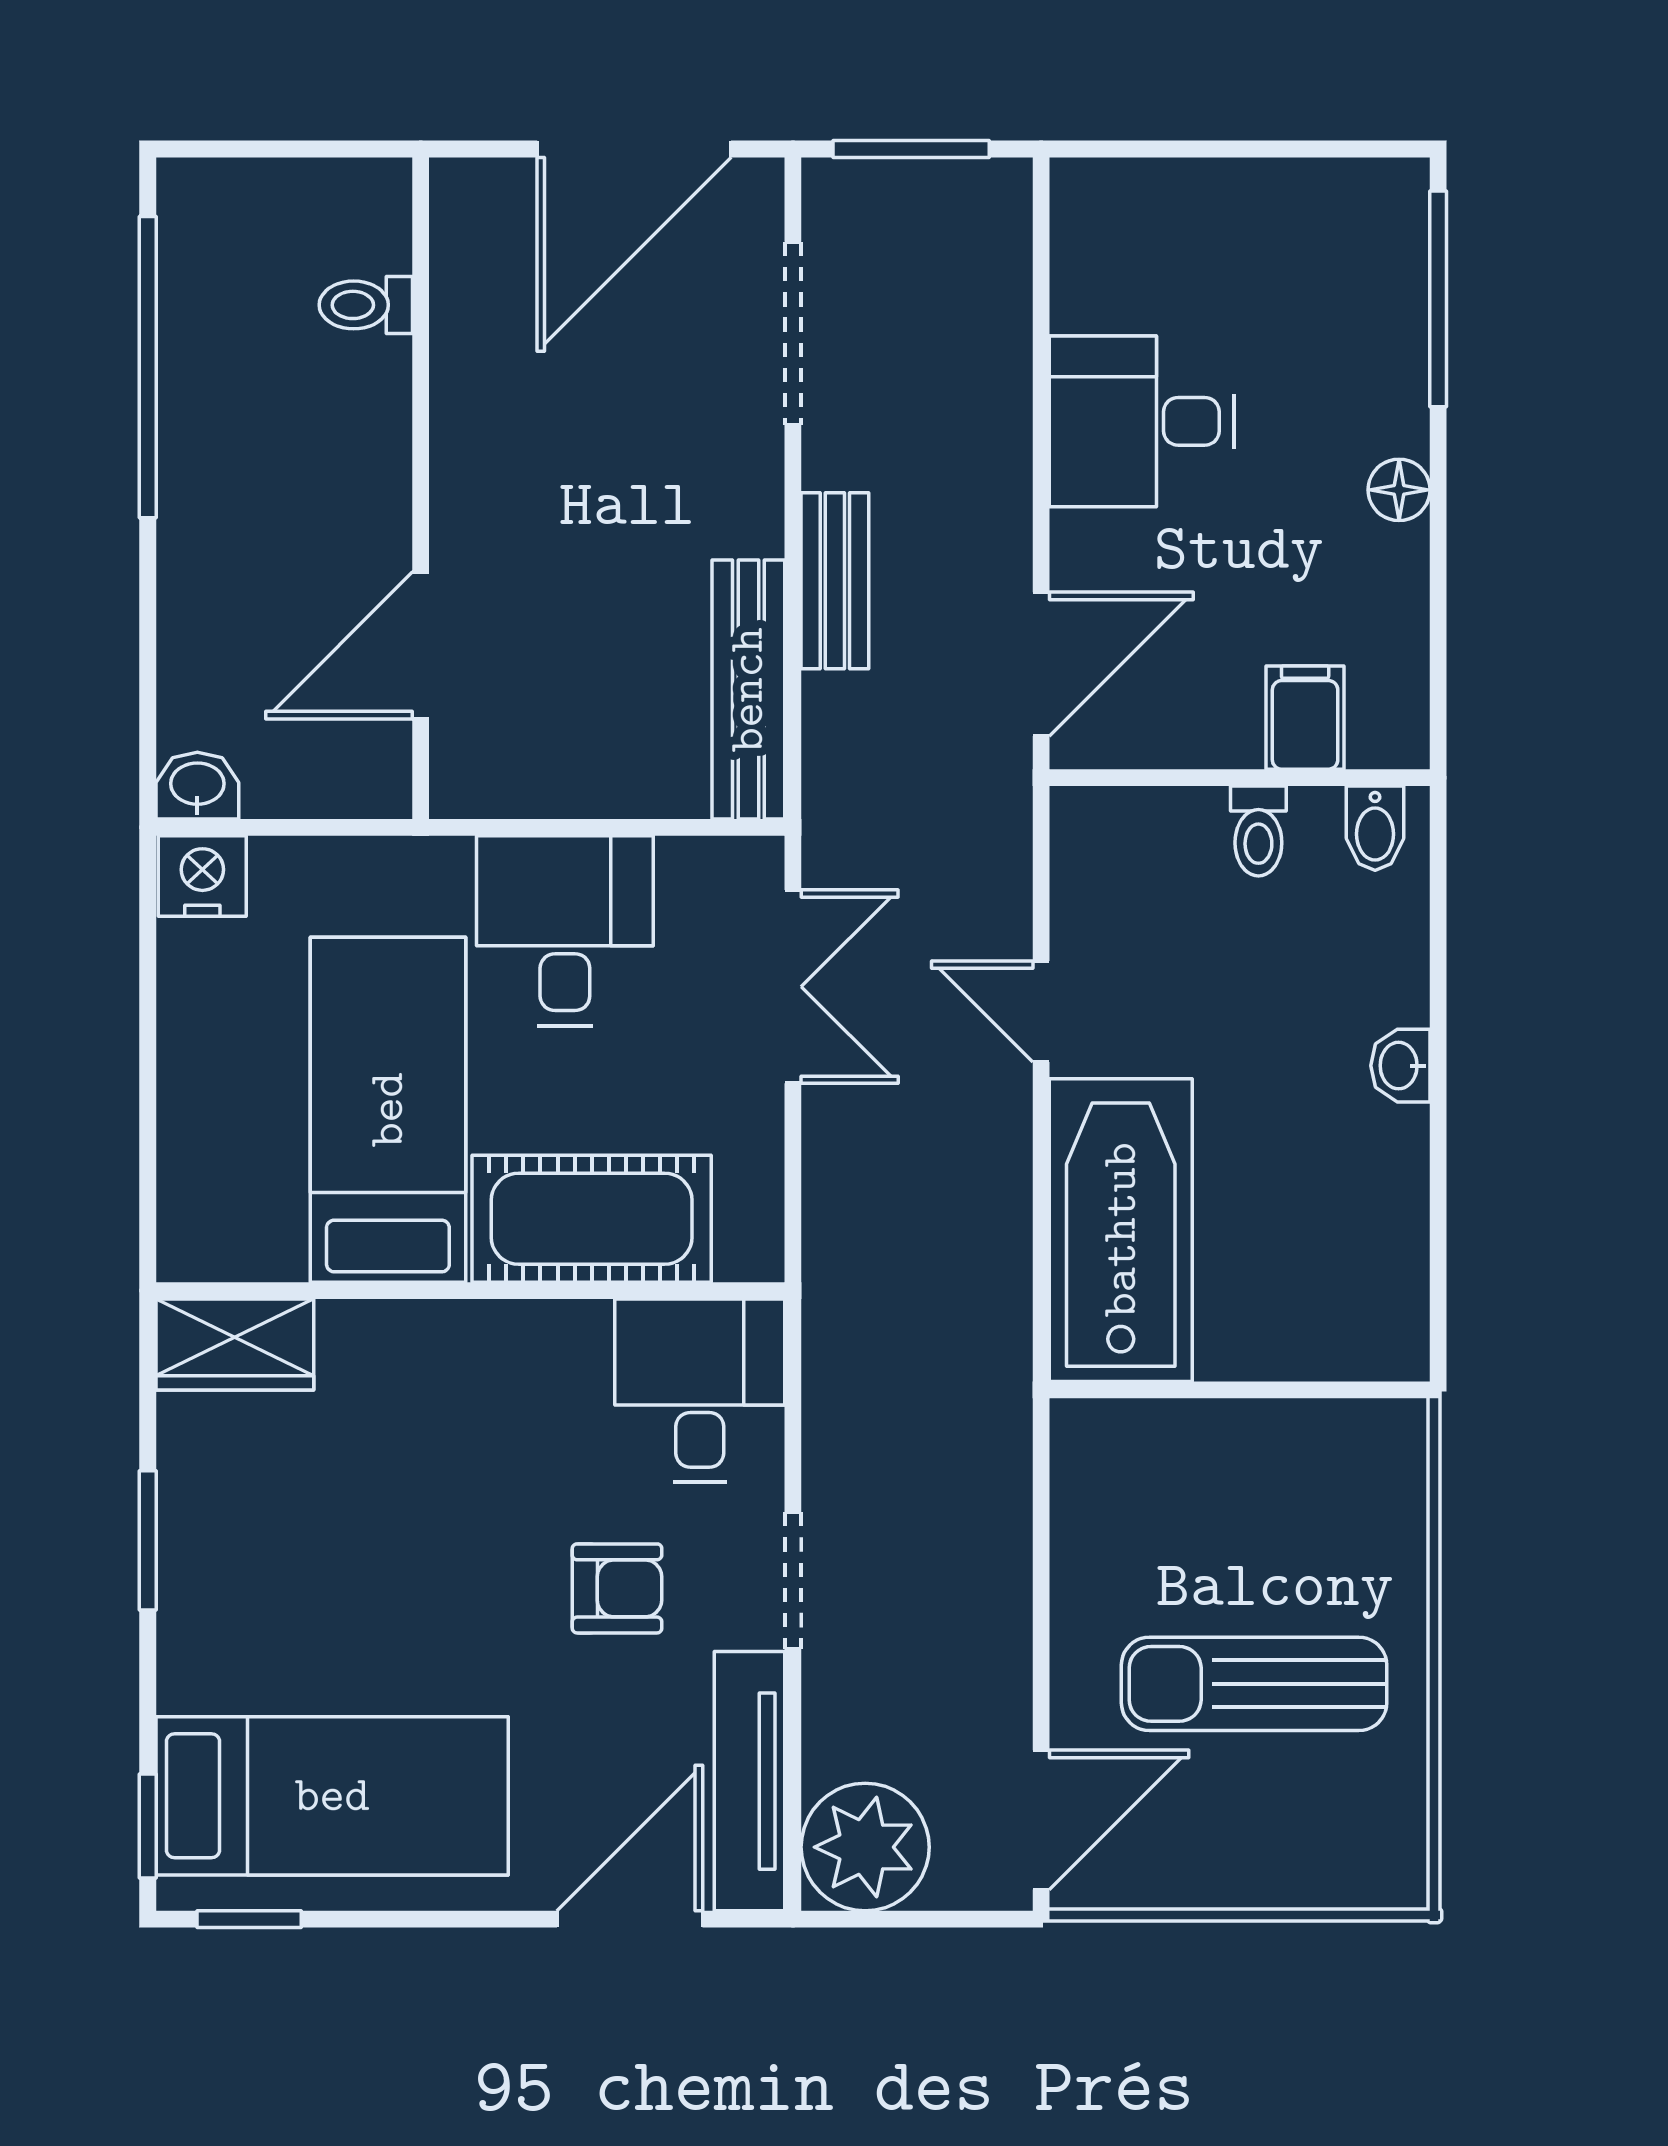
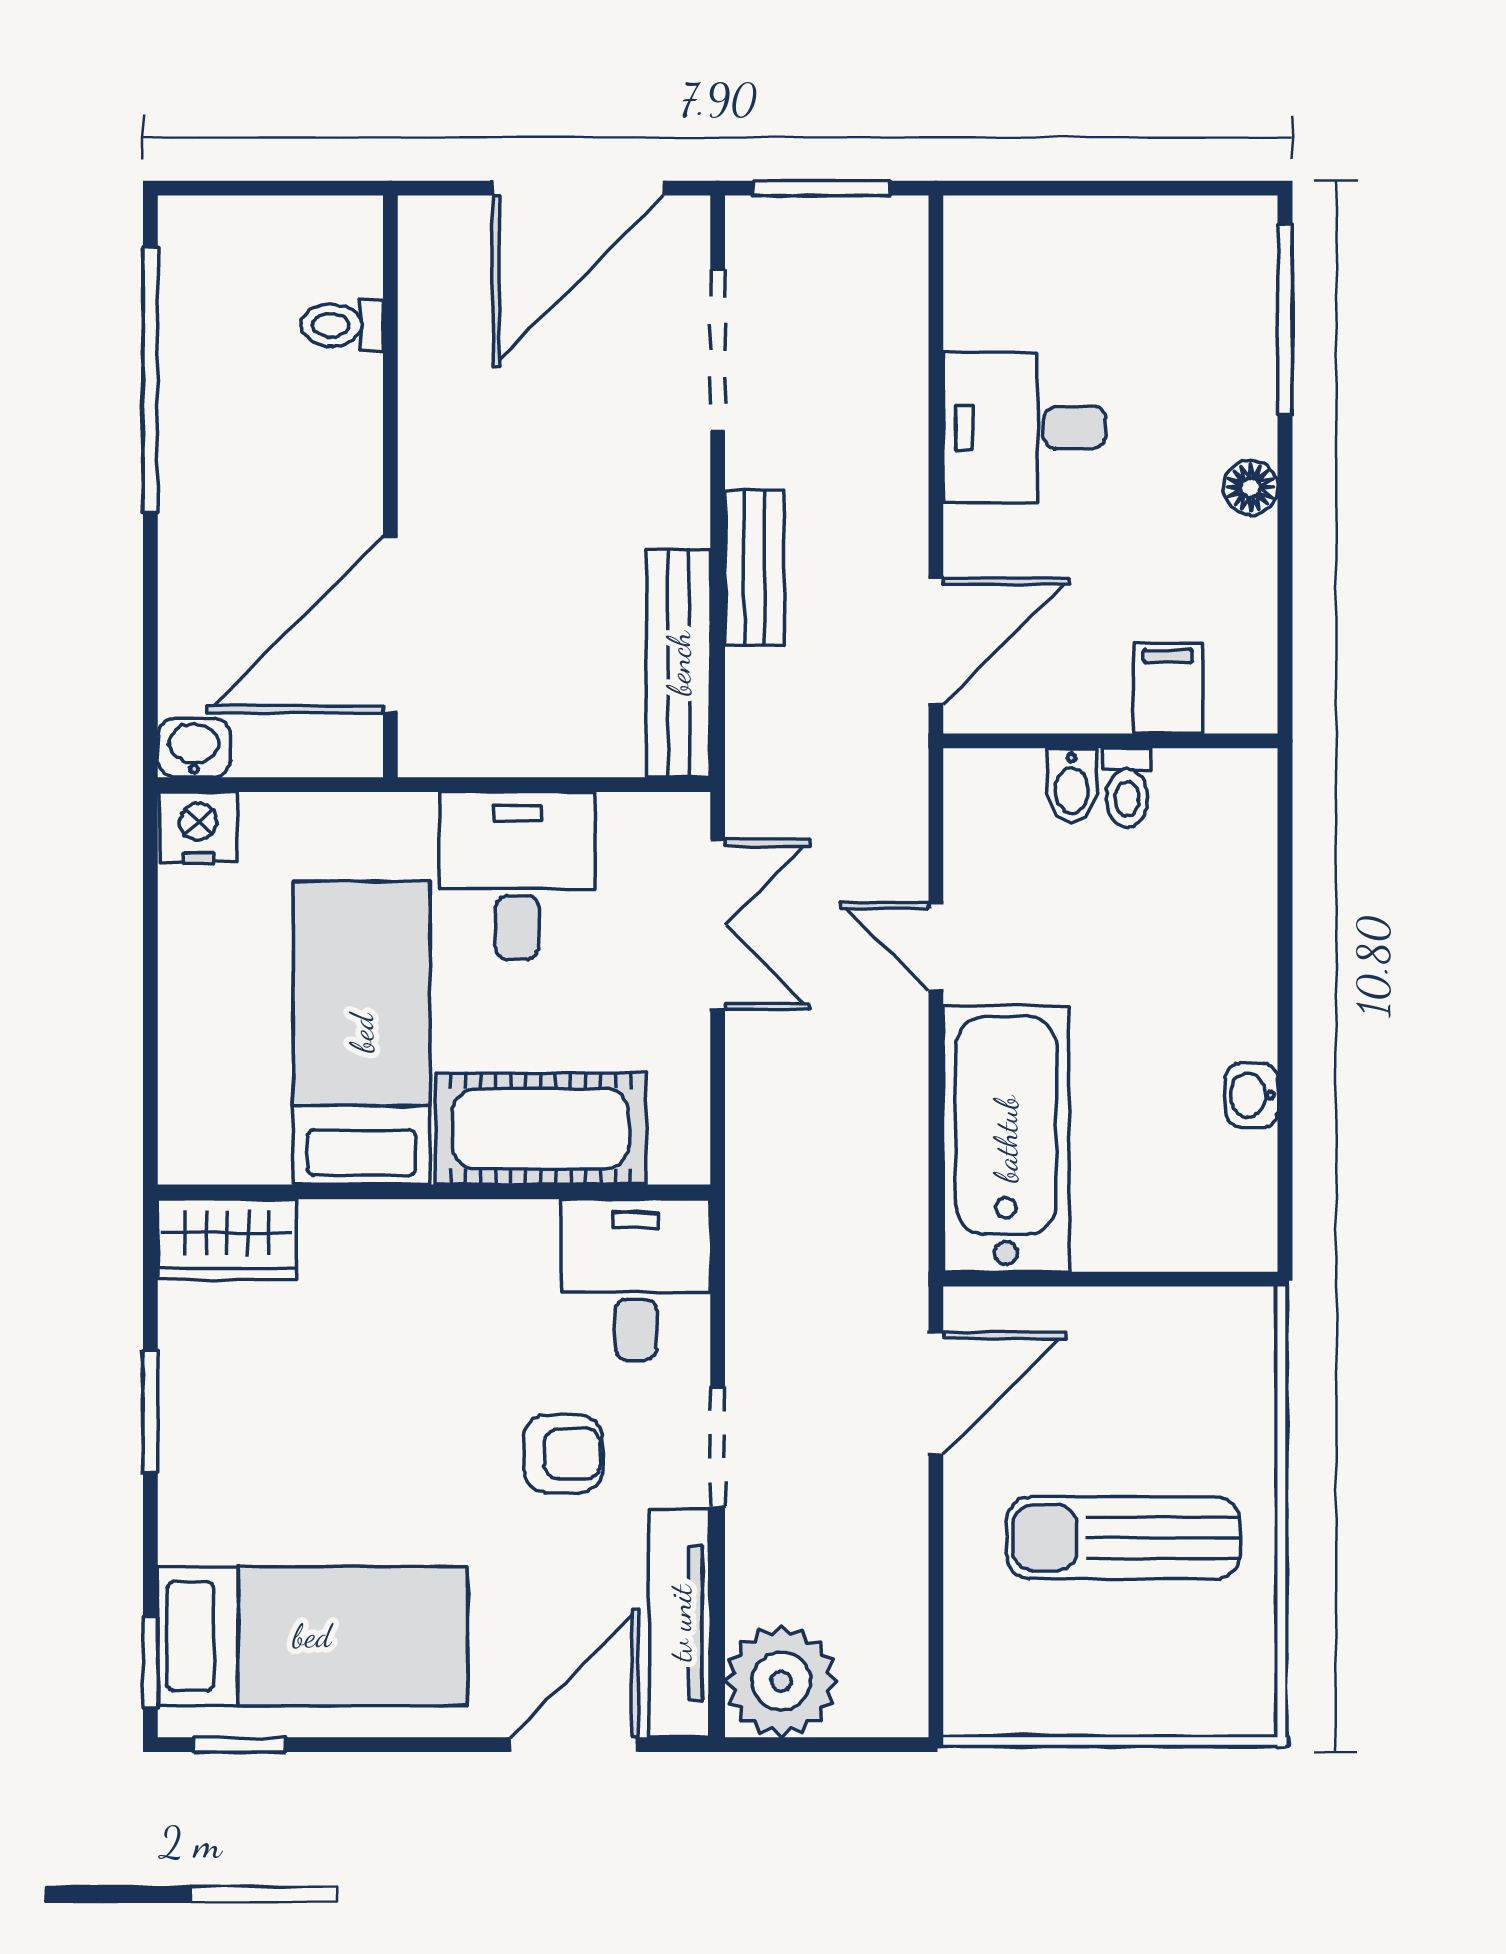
door: (421, 645) -> (390, 625), width x1.36
bidet: (1375, 828) -> (1072, 785), moved
washbasin: (1400, 1066) -> (1252, 1095), moved
door: (1041, 1820) -> (936, 1393), moved

